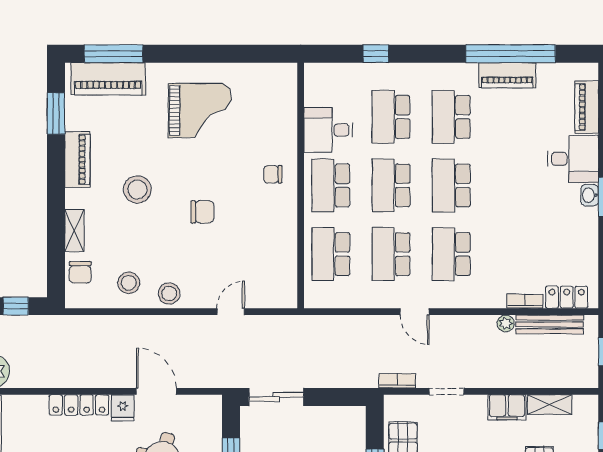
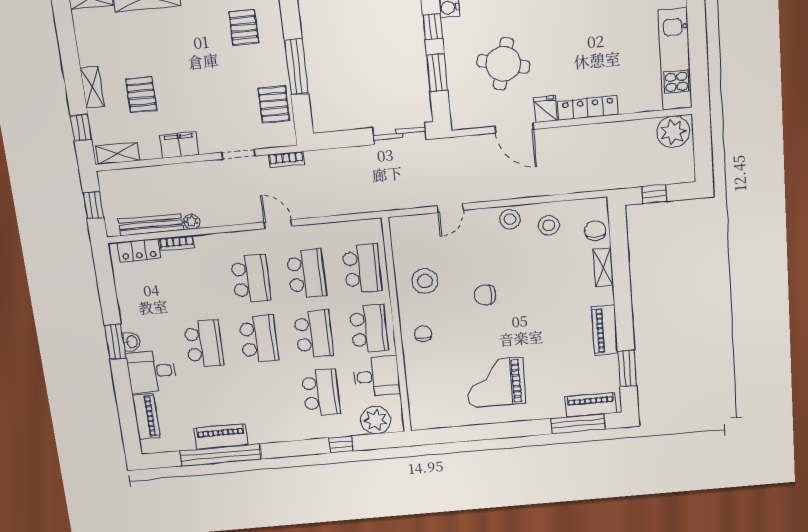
piano: (108, 79) -> (591, 405), width x0.73, depth x0.75
plant: (335, 79) -> (376, 420), added
school desk: (451, 117) -> (204, 344), moved
chair: (273, 174) -> (423, 334), turned -90
stool: (137, 190) -> (425, 281), moved
shelving: (550, 405) -> (117, 153), moved

